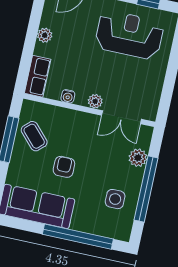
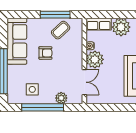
plant: (45, 35) -> (121, 27), width x1.88, depth x1.88
plant: (95, 101) -> (95, 59), width x1.88, depth x1.88
double door: (121, 117) -> (84, 82), swing flipped

